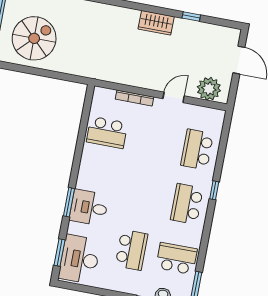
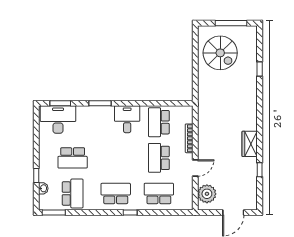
door: (174, 97) -> (195, 168), hinge flipped
school desk: (152, 141) -> (159, 158), added
desk: (89, 208) -> (127, 119), moved

